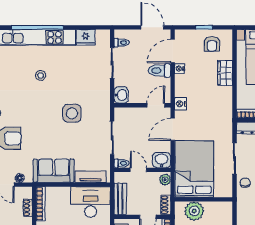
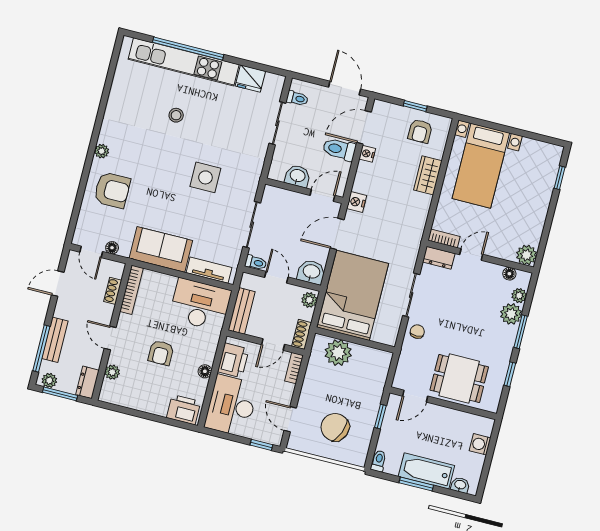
washbasin: (121, 95) -> (297, 176), moved, turned -90

